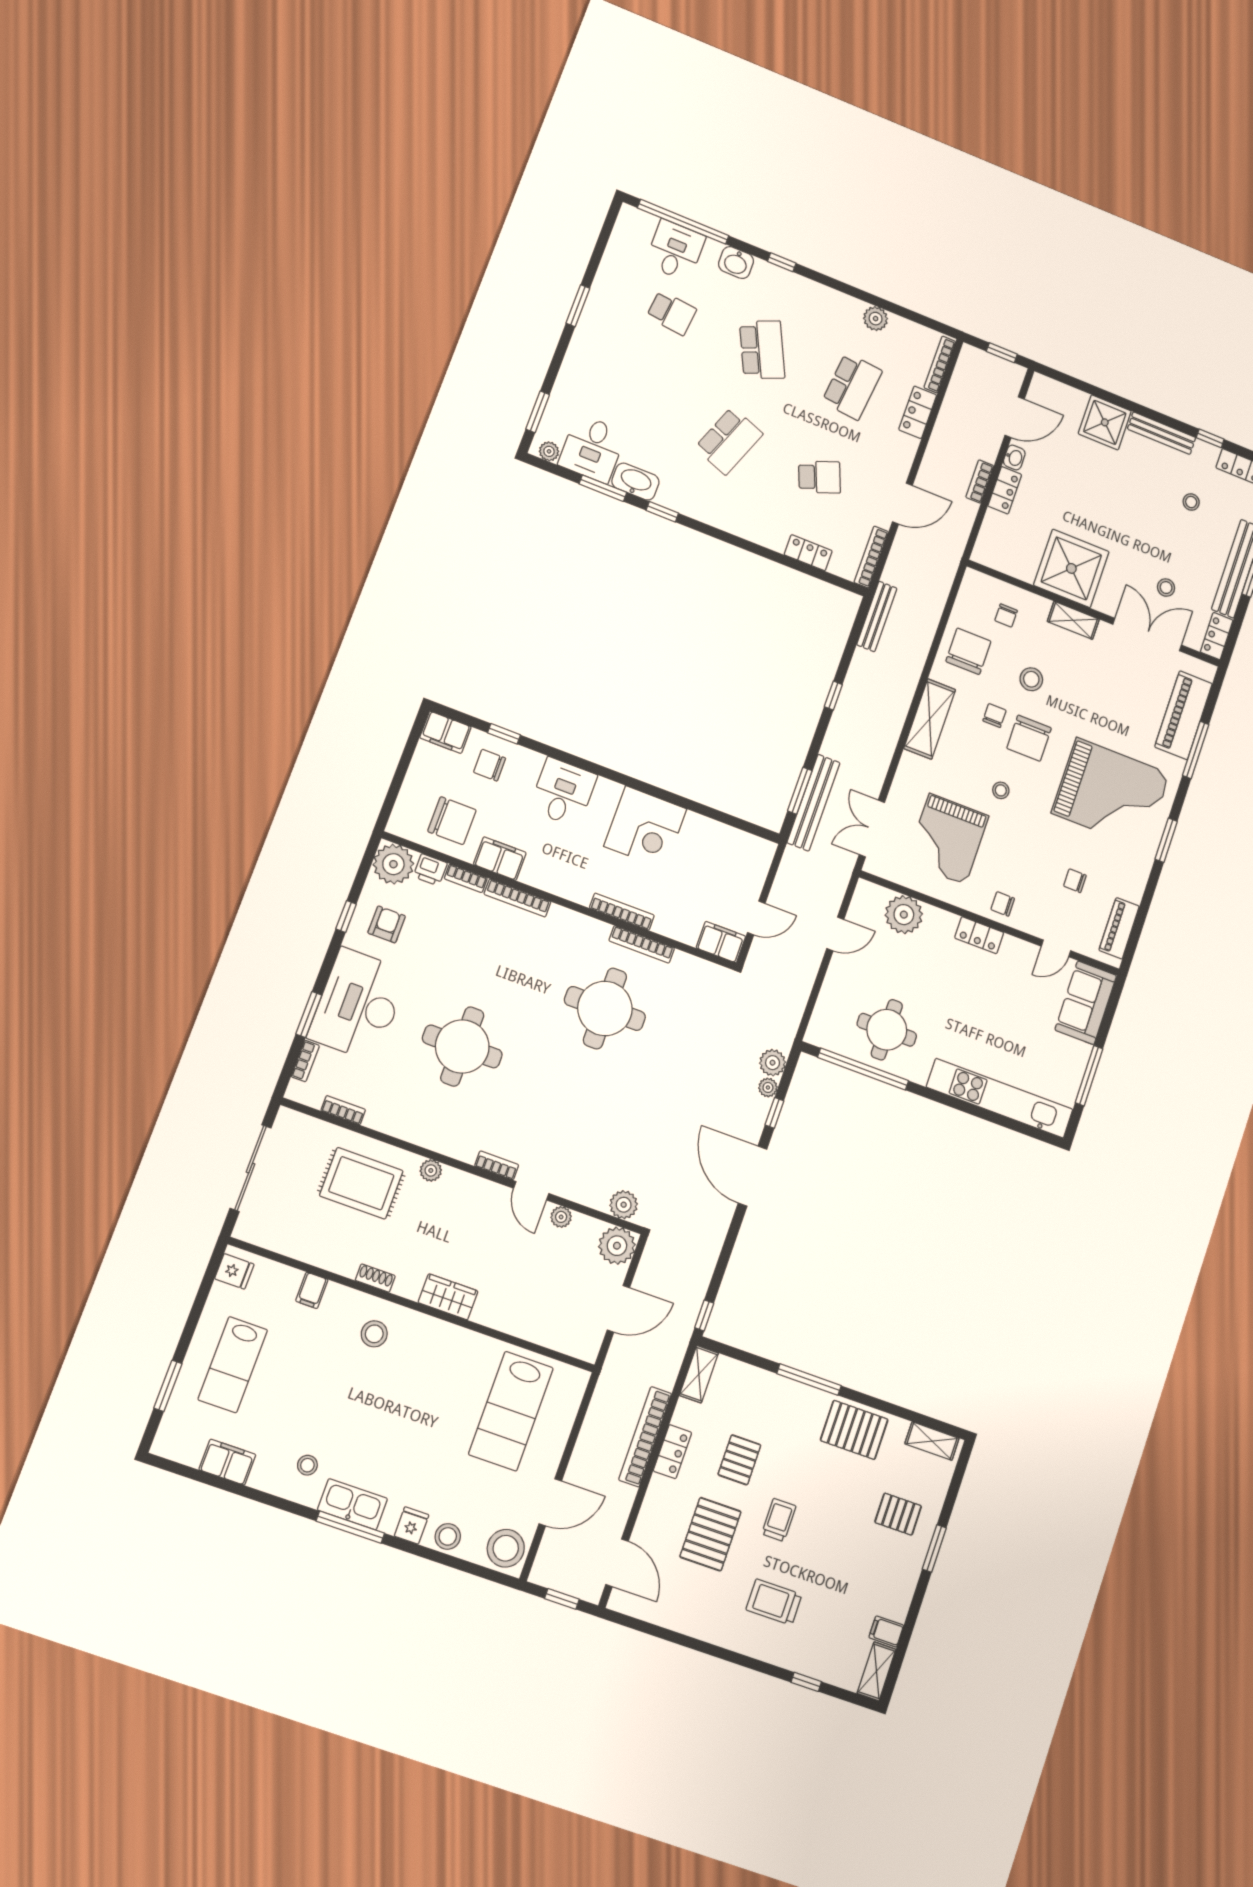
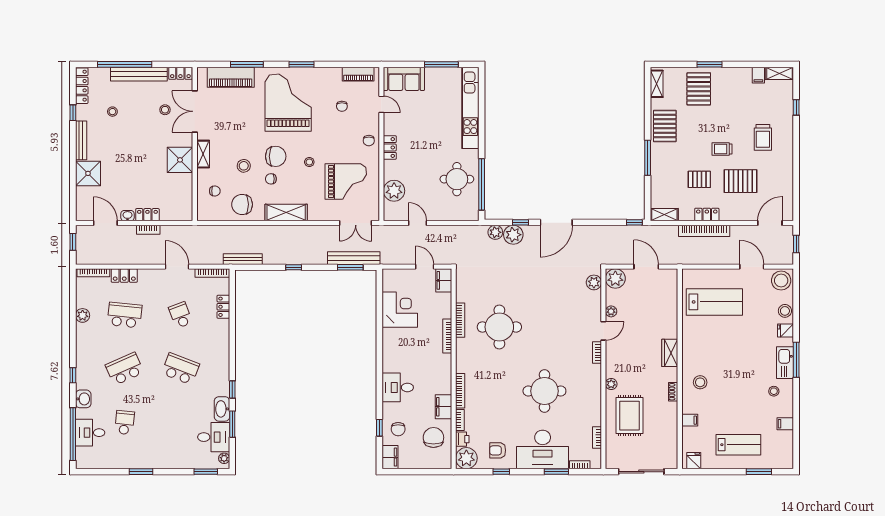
shower: (1071, 568) -> (180, 160), width x0.73, depth x0.73
corner desk: (645, 828) -> (400, 310), moved
plant: (768, 1087) -> (513, 235), width x1.88, depth x1.88
filing cabinet: (227, 1462) -> (785, 424), width x0.50
pallet: (898, 1514) -> (699, 89), width x1.50, depth x1.42

